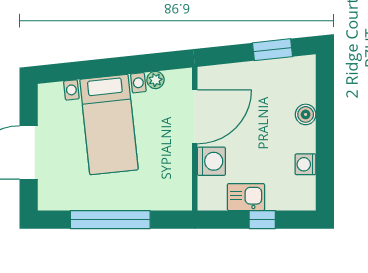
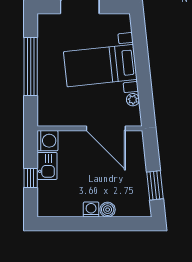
washing machine: (211, 161) -> (47, 141), moved, turned -90
washing machine: (305, 164) -> (91, 210), moved

